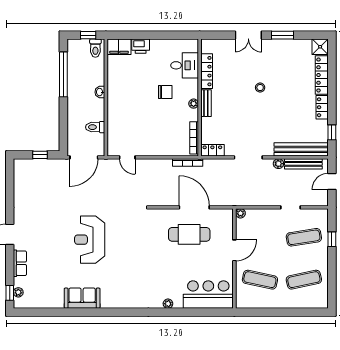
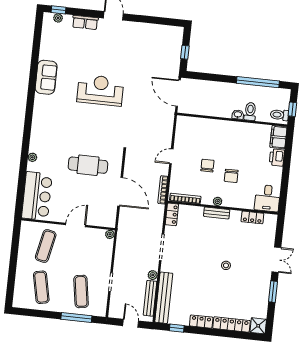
double door: (248, 35) -> (276, 260), swing flipped
desk: (185, 65) -> (267, 198), moved
locker: (207, 71) -> (252, 217), width x0.66
chair: (157, 118) -> (207, 166), added
toilet: (95, 127) -> (250, 111), moved
door: (127, 157) -> (171, 156), moved
door: (194, 207) -> (120, 192), hinge flipped
cafe table: (189, 234) -> (88, 165), moved, turned 90
window: (332, 239) -> (76, 318), width x2.17
door: (234, 250) -> (76, 225), swing flipped

